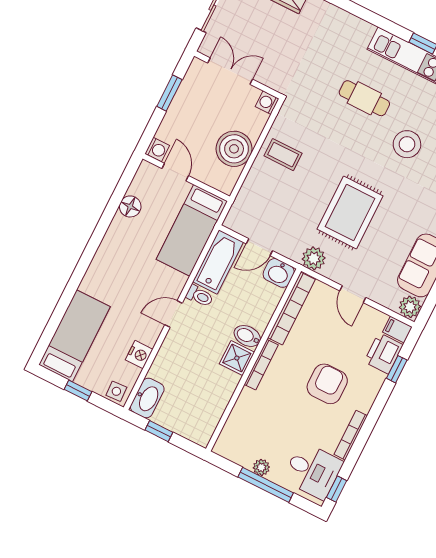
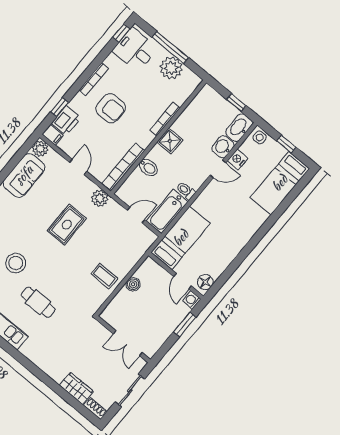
window: (169, 93) -> (185, 325), moved
washing machine: (267, 103) -> (107, 315), removed
boiler: (234, 149) -> (133, 284), width x0.54, depth x0.54
floor lamp: (130, 206) -> (205, 282), moved
rug: (350, 212) -> (67, 225), width x0.73, depth x0.70
washbasin: (279, 273) -> (223, 147), moved, turned -90
door: (174, 314) -> (218, 169), moved
bidet: (247, 336) -> (148, 167), moved
bookcase: (261, 365) -> (165, 119), moved
armchair: (327, 384) -> (111, 108), turned -90
bookcase: (351, 435) -> (94, 79), moved
plant: (261, 467) -> (171, 68), width x1.88, depth x1.88

